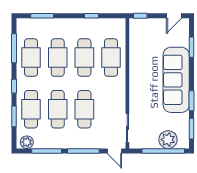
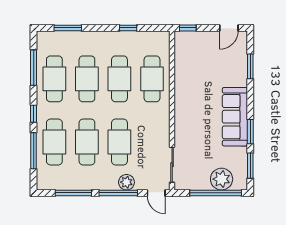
sofa: (176, 80) -> (235, 117), width x0.74, depth x0.79
window: (14, 116) -> (34, 151), width x1.44
plant: (27, 142) -> (126, 182), moved

